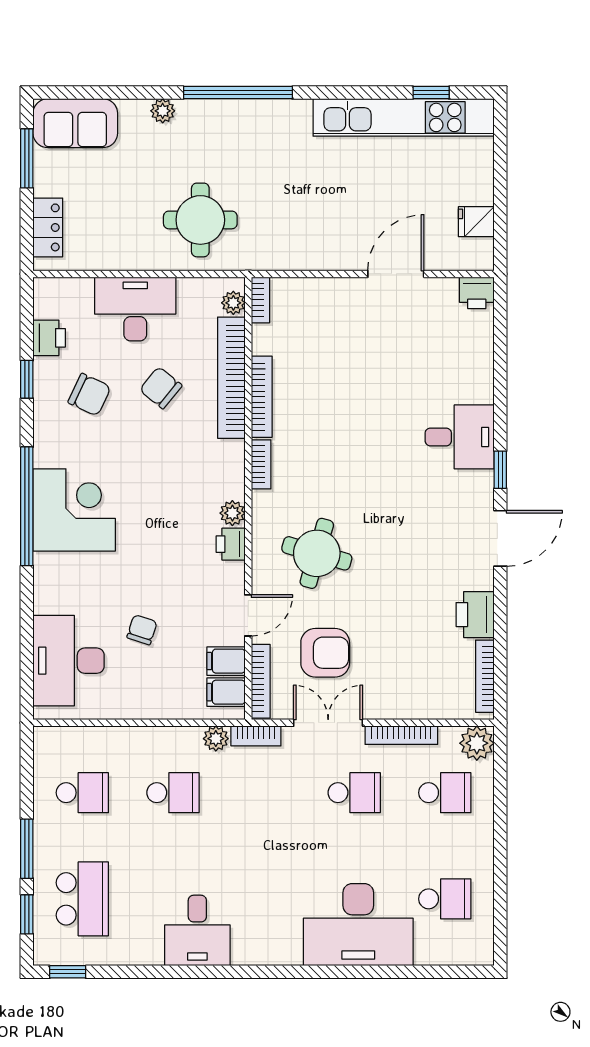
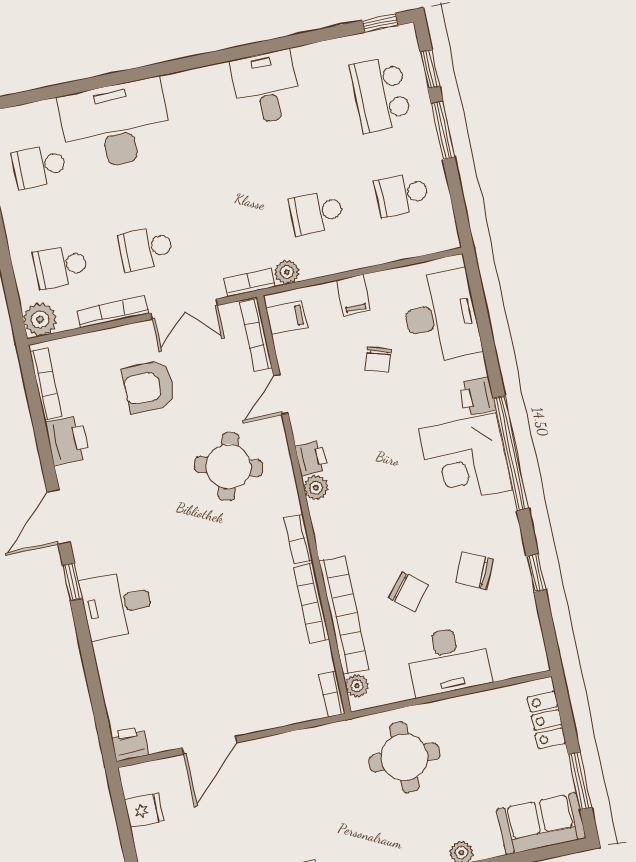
printer: (49, 338) -> (477, 396), moved
armchair: (325, 653) -> (149, 387), moved
filing cabinet: (226, 661) -> (353, 295), moved, turned 90

